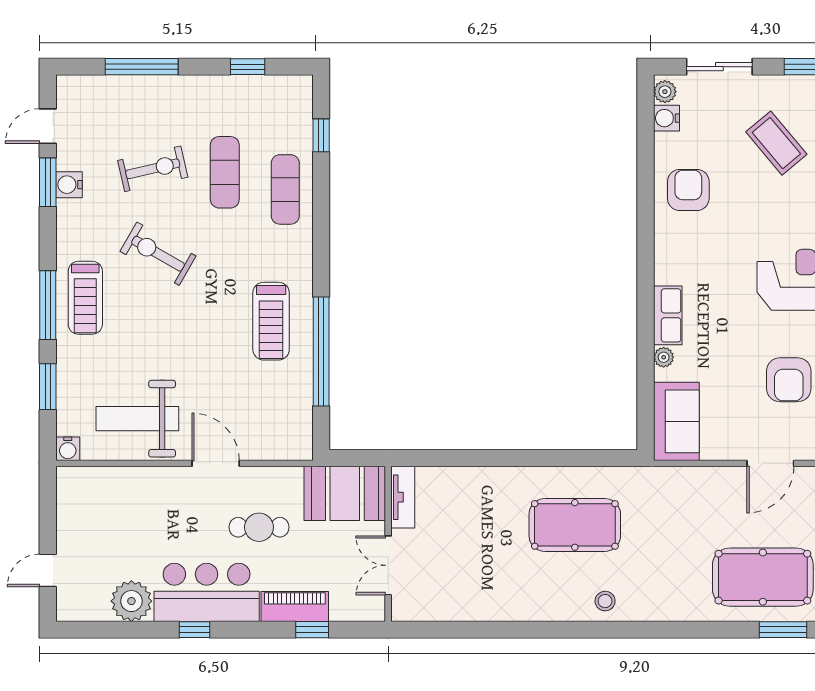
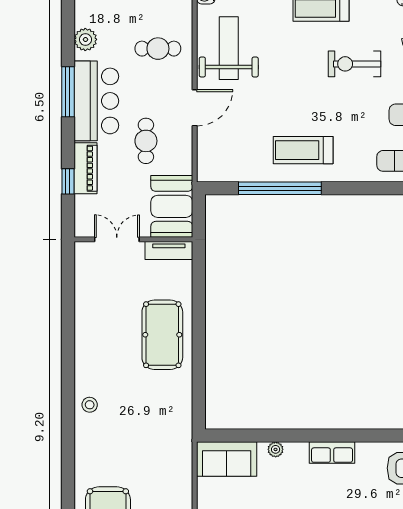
exercise bike: (158, 254) -> (355, 64), turned -120
row of seats: (668, 315) -> (332, 452), moved
cafe table: (138, 512) -> (158, 49), added
pool table: (575, 525) -> (162, 335), moved
plant: (131, 601) -> (85, 39), width x0.73, depth x0.73
window: (194, 630) -> (68, 92), width x2.17

